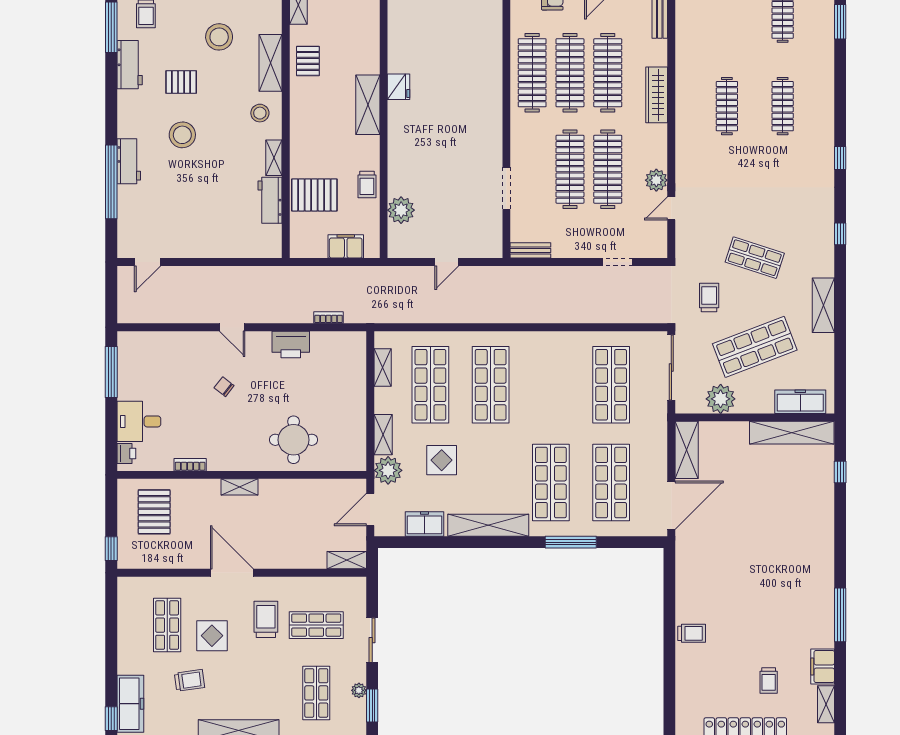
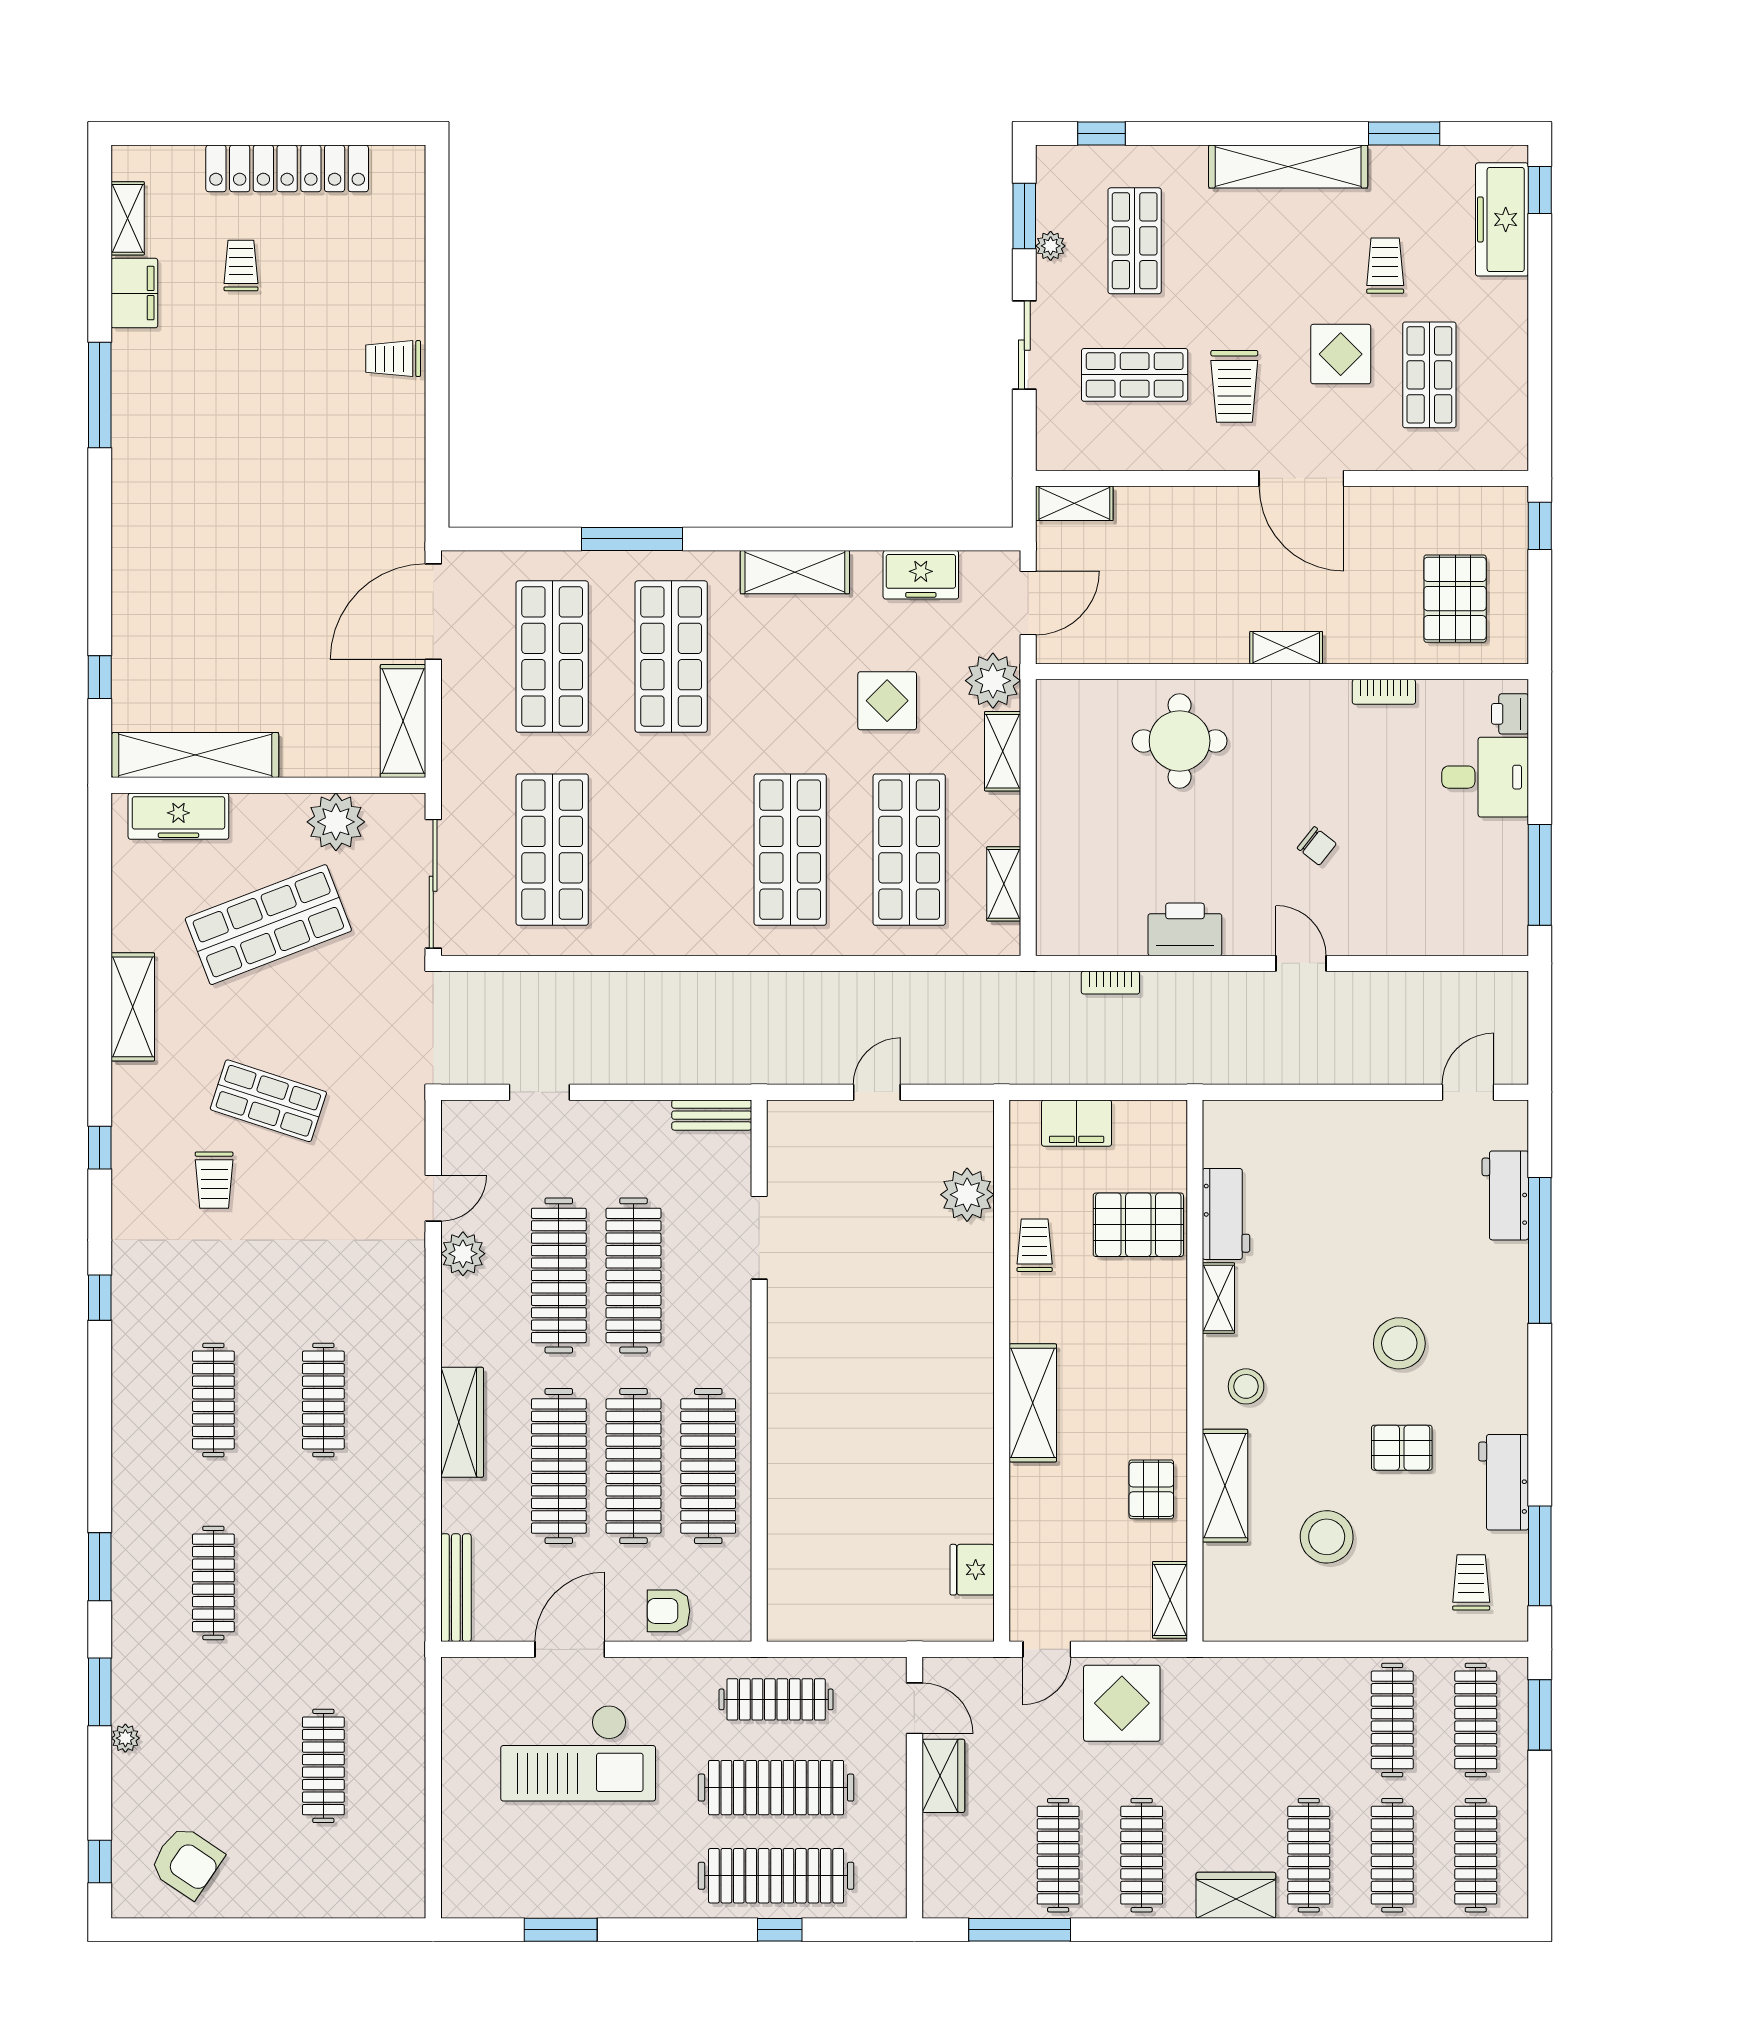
fridge: (399, 87) -> (972, 1570), moved
workbench: (129, 161) -> (1505, 1195), moved
trolley: (709, 298) -> (214, 1180), moved
shelving: (488, 525) -> (795, 572), width x0.68
trolley: (189, 680) -> (1385, 266), turned 98

